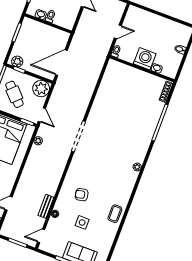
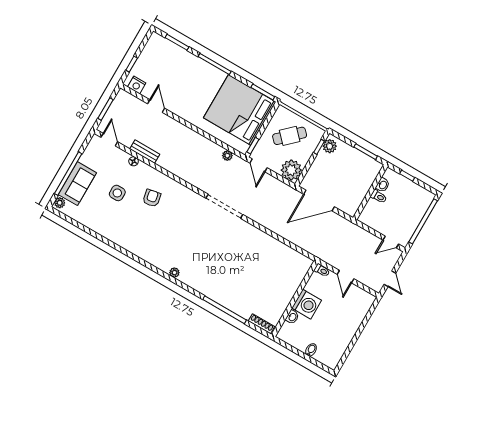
door: (61, 63) -> (319, 201), swing flipped
door: (42, 115) -> (259, 165), hinge flipped
coffee table: (115, 214) -> (121, 235), removed

